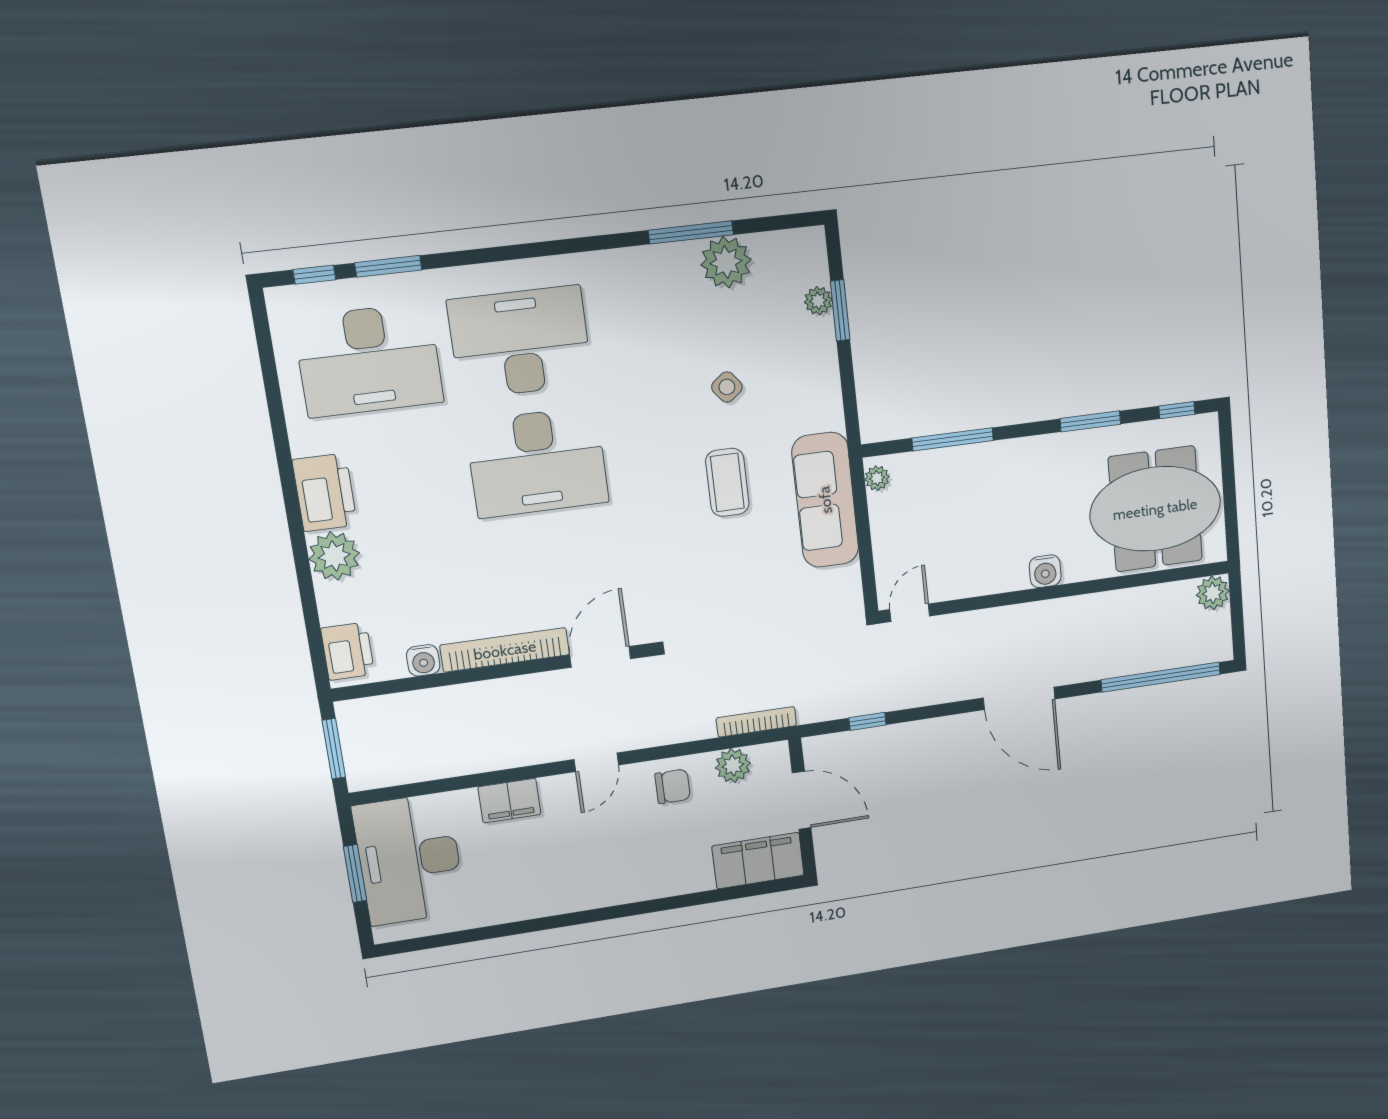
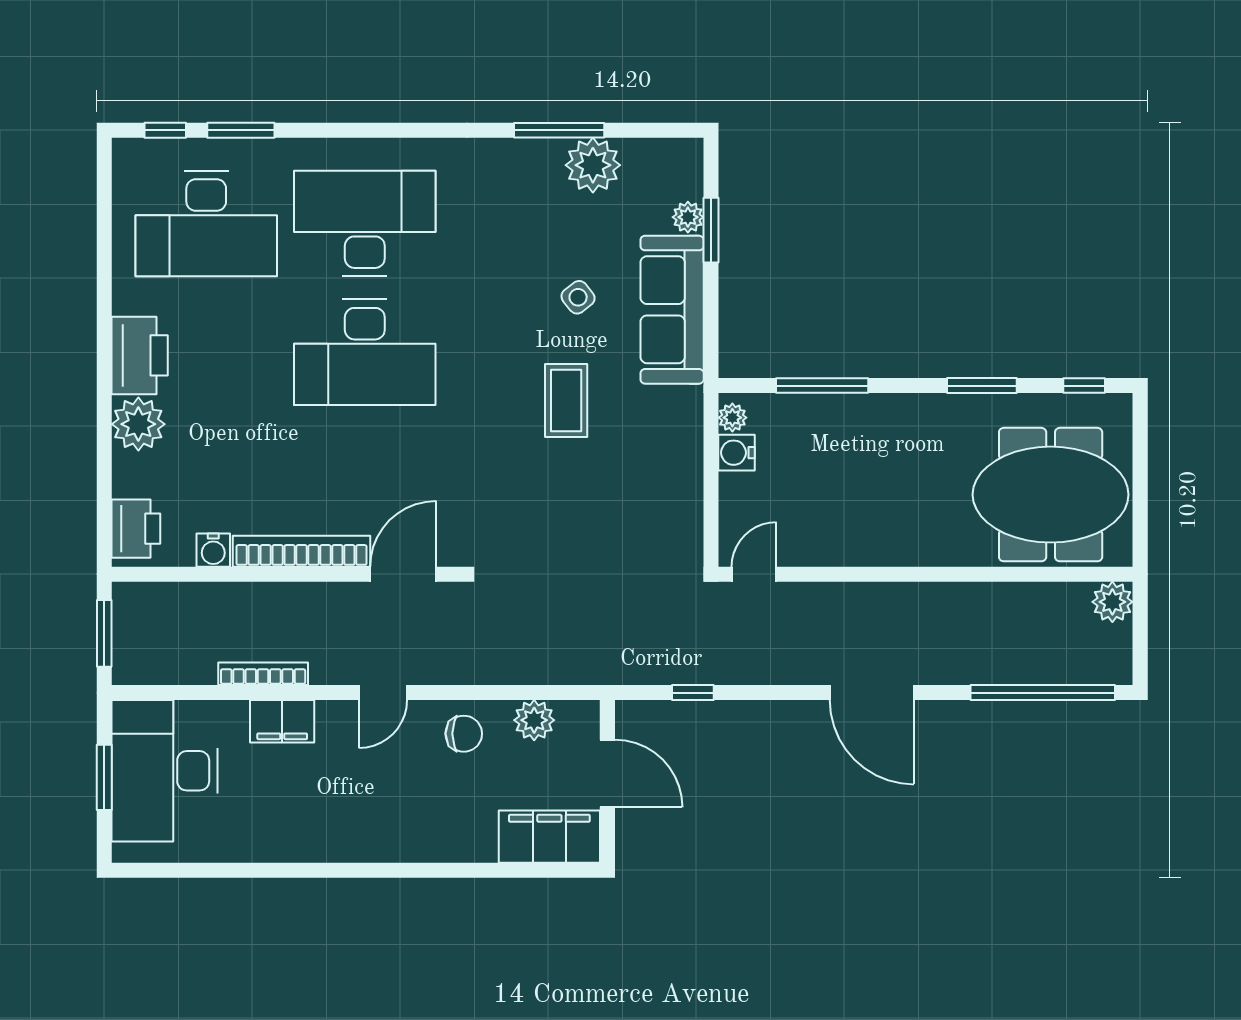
sofa: (825, 500) -> (672, 310), moved
water cooler: (1045, 571) -> (736, 453), moved, turned 90
bookcase: (756, 722) -> (263, 674), moved

